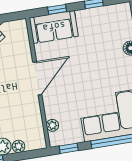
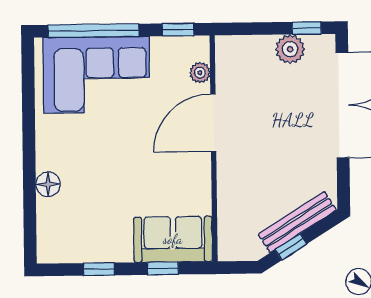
door: (37, 78) -> (213, 123), moved
plant: (19, 146) -> (263, 45), removed

